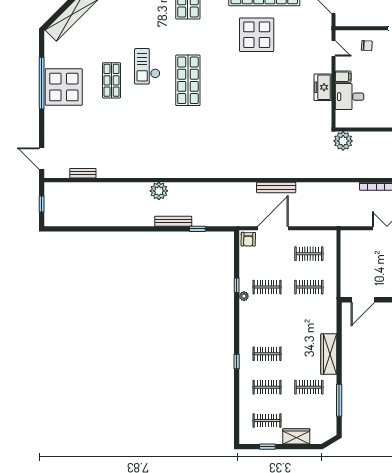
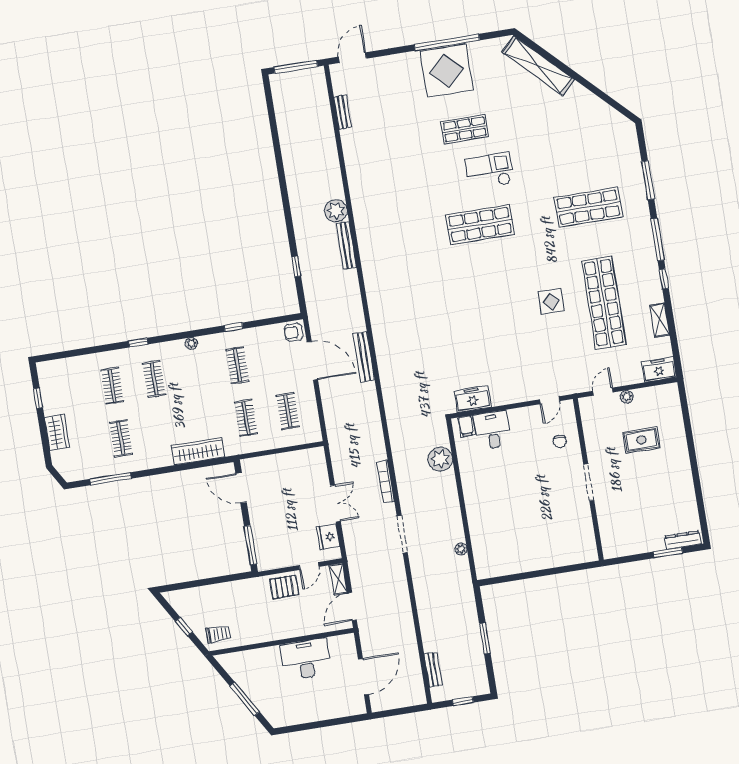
display table: (257, 35) -> (551, 301), width x0.54, depth x0.54
filing cabinet: (343, 77) -> (466, 426), moved
freezer: (323, 87) -> (473, 399), moved
plant: (343, 141) -> (440, 459), moved
window: (42, 204) -> (296, 67), width x2.17
bench: (173, 221) -> (346, 245), moved
plant: (244, 296) -> (191, 343), moved
wardrobe: (329, 354) -> (198, 451), moved
clothes rail: (267, 421) -> (71, 392), removed

